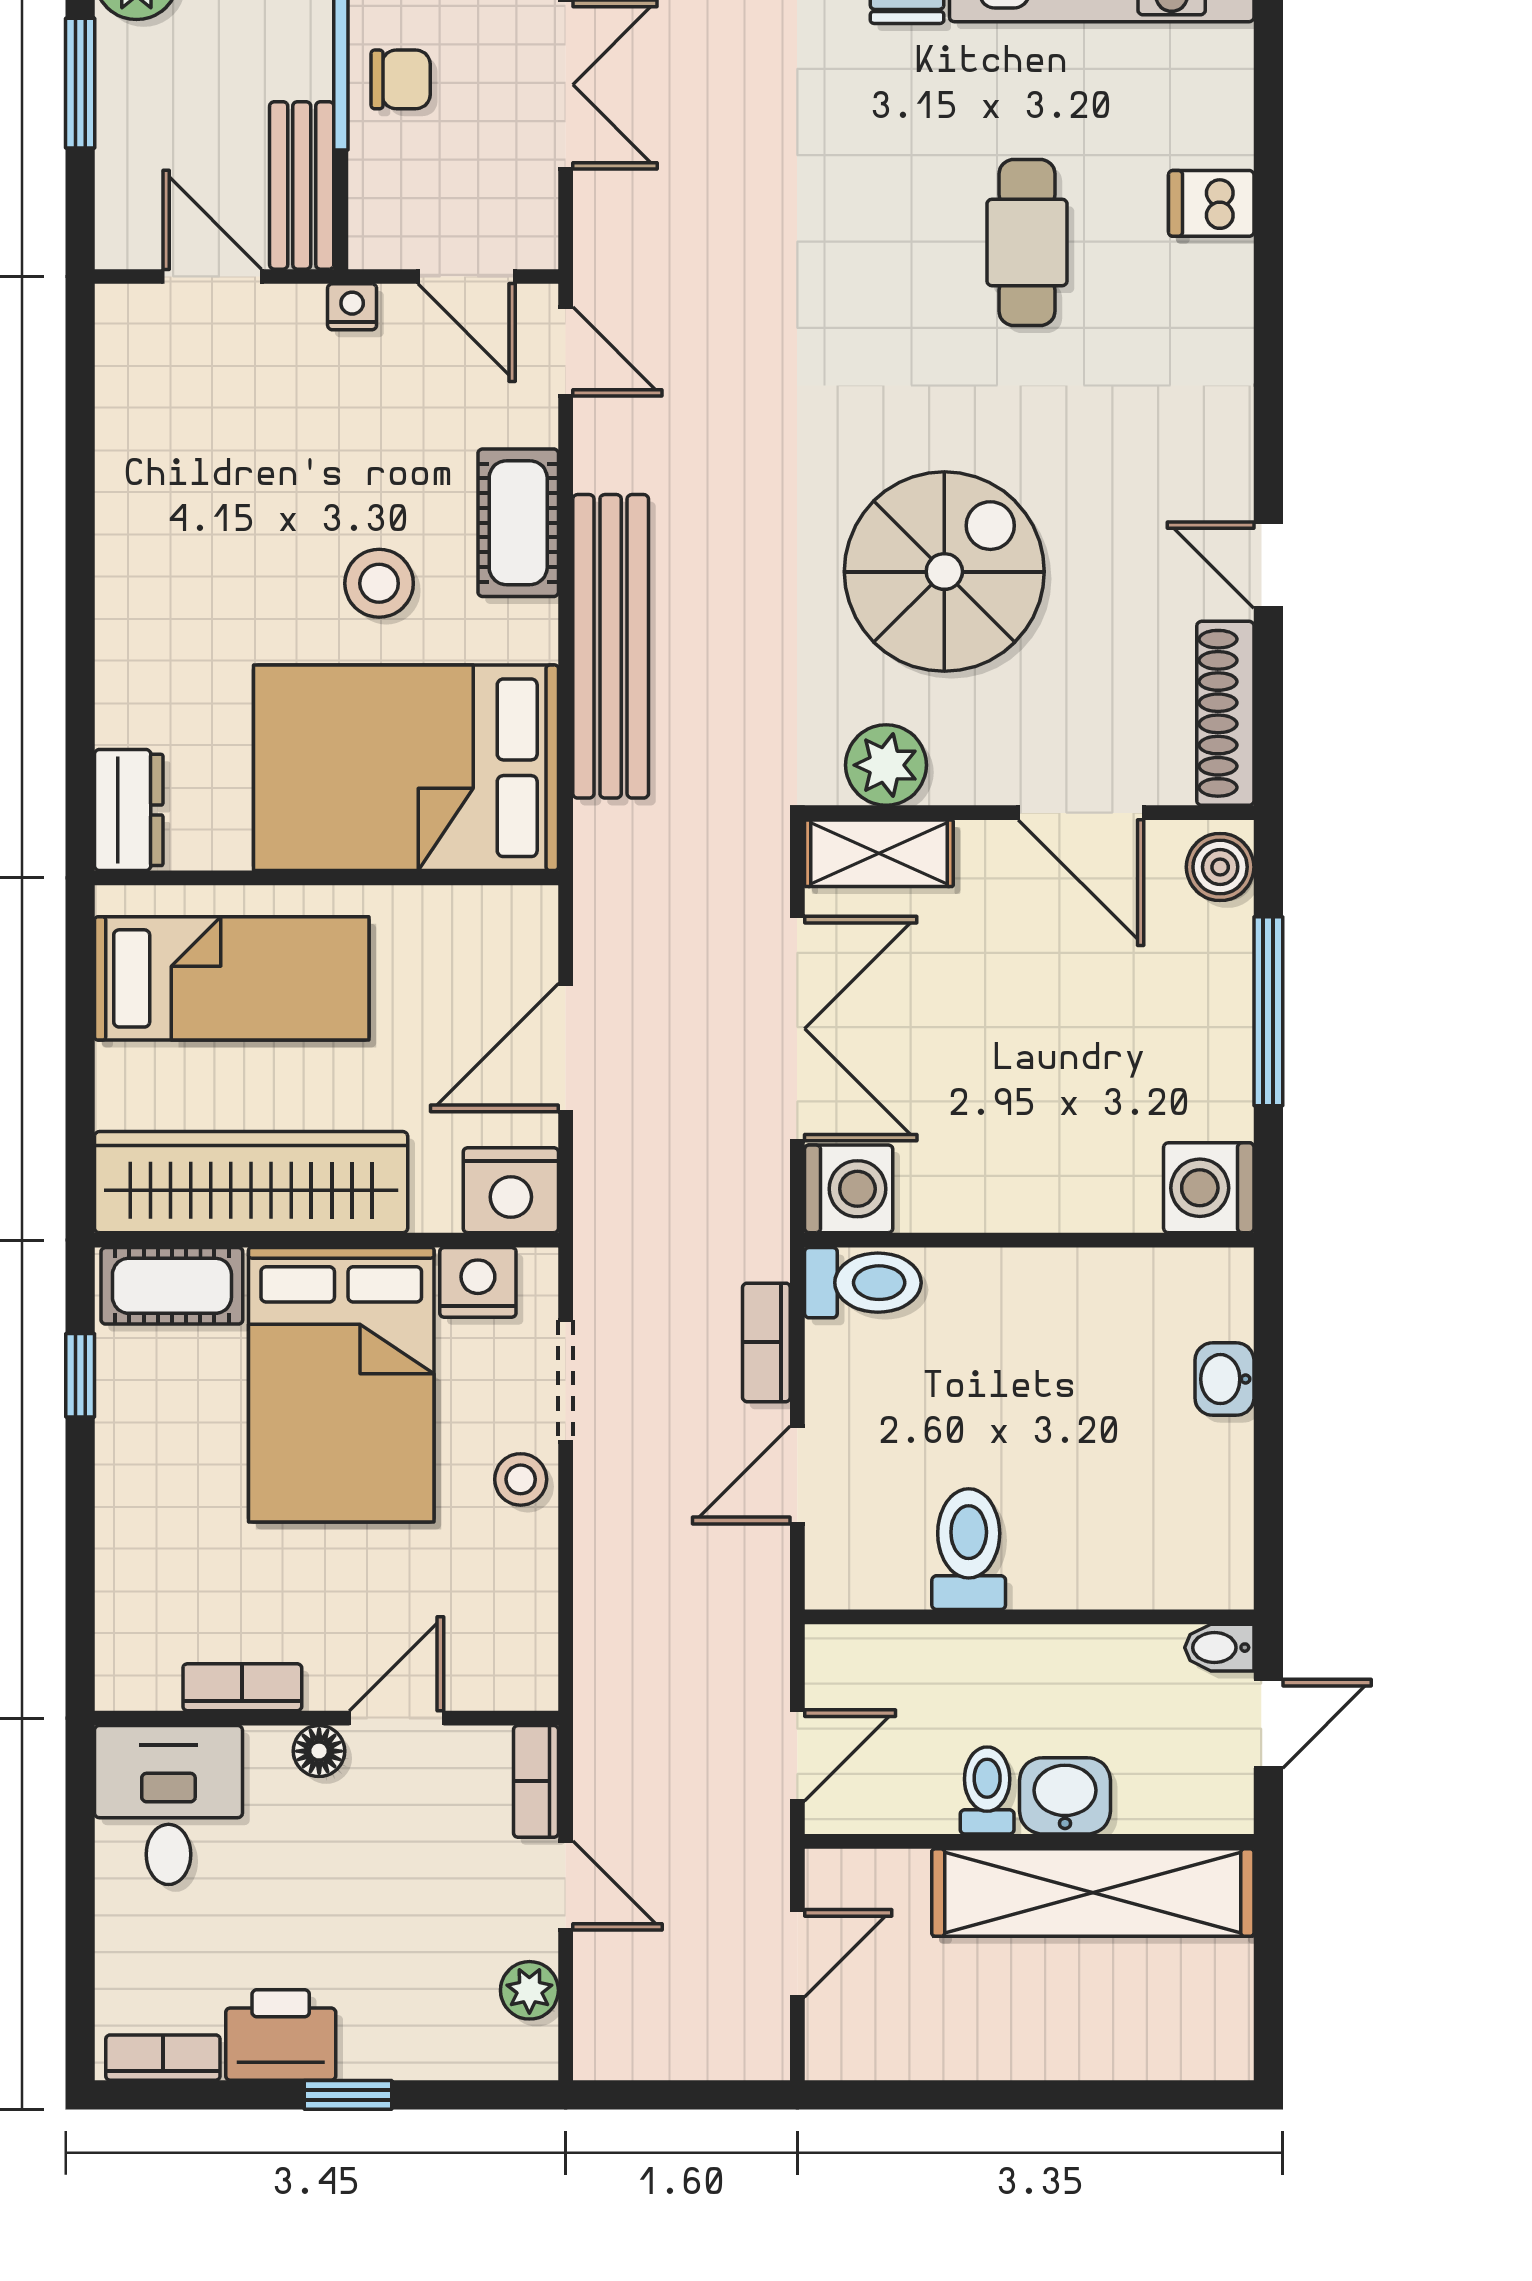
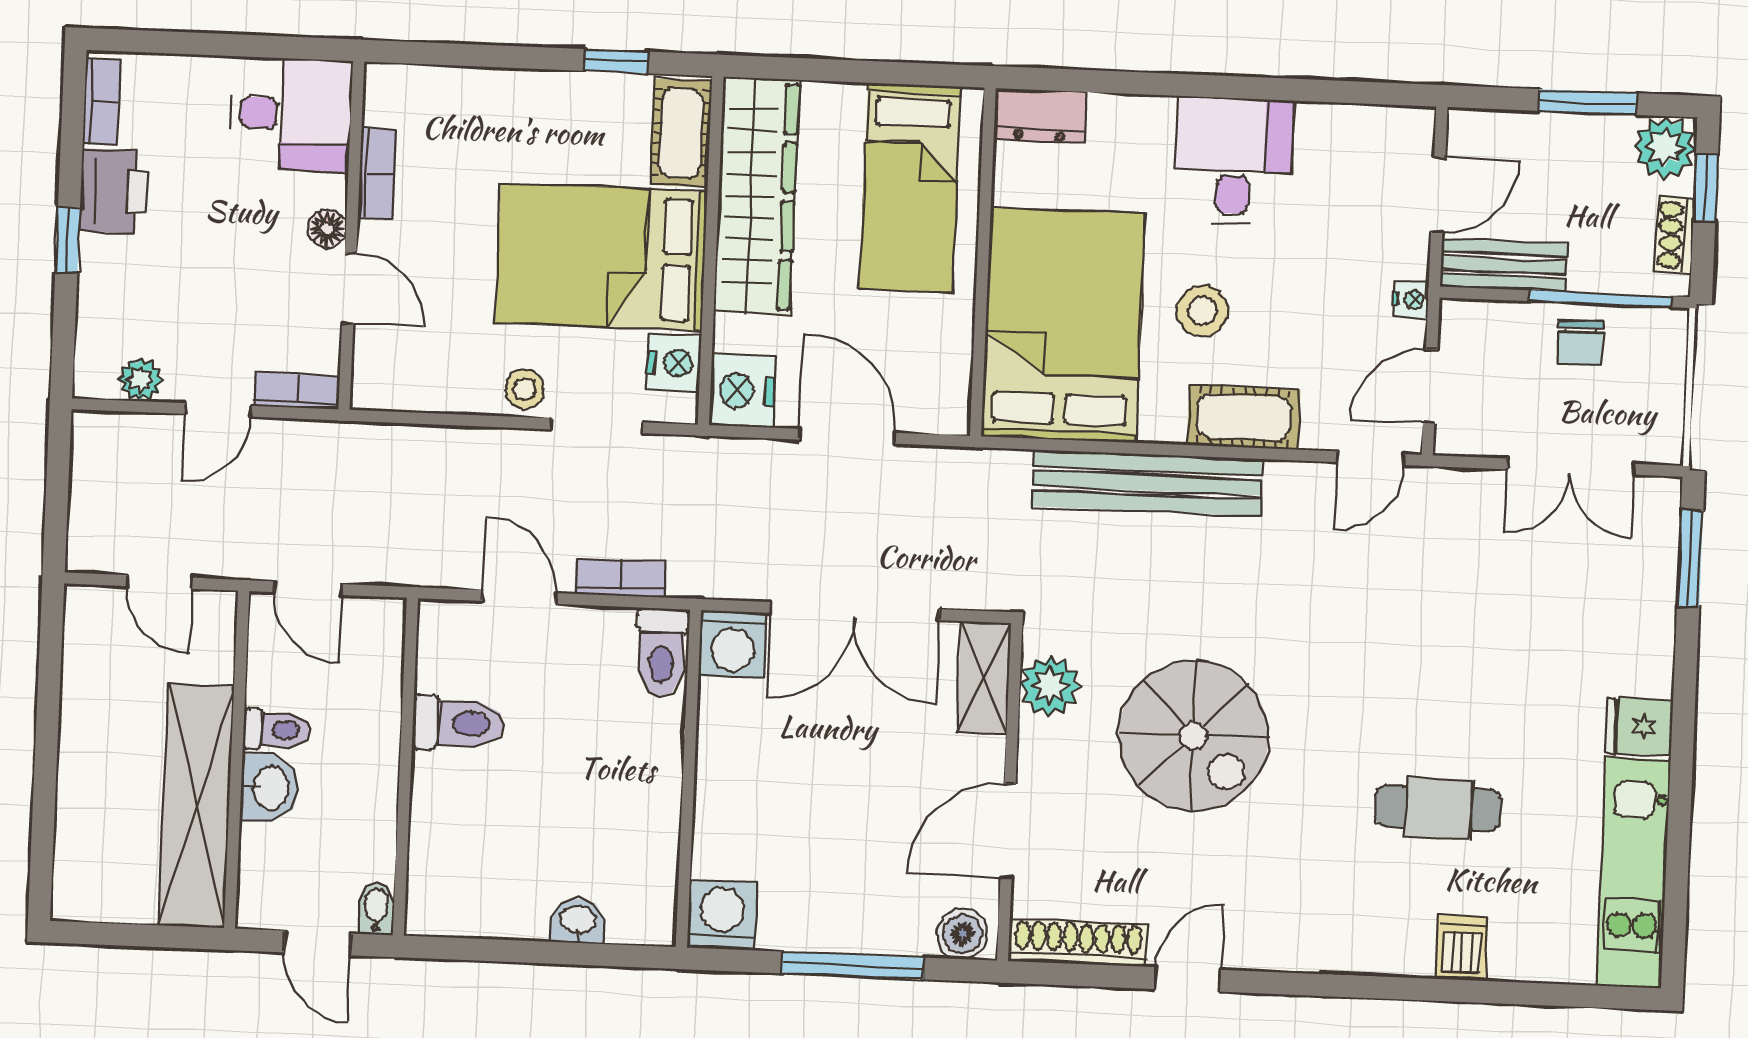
desk: (178, 550) -> (1234, 161), added

